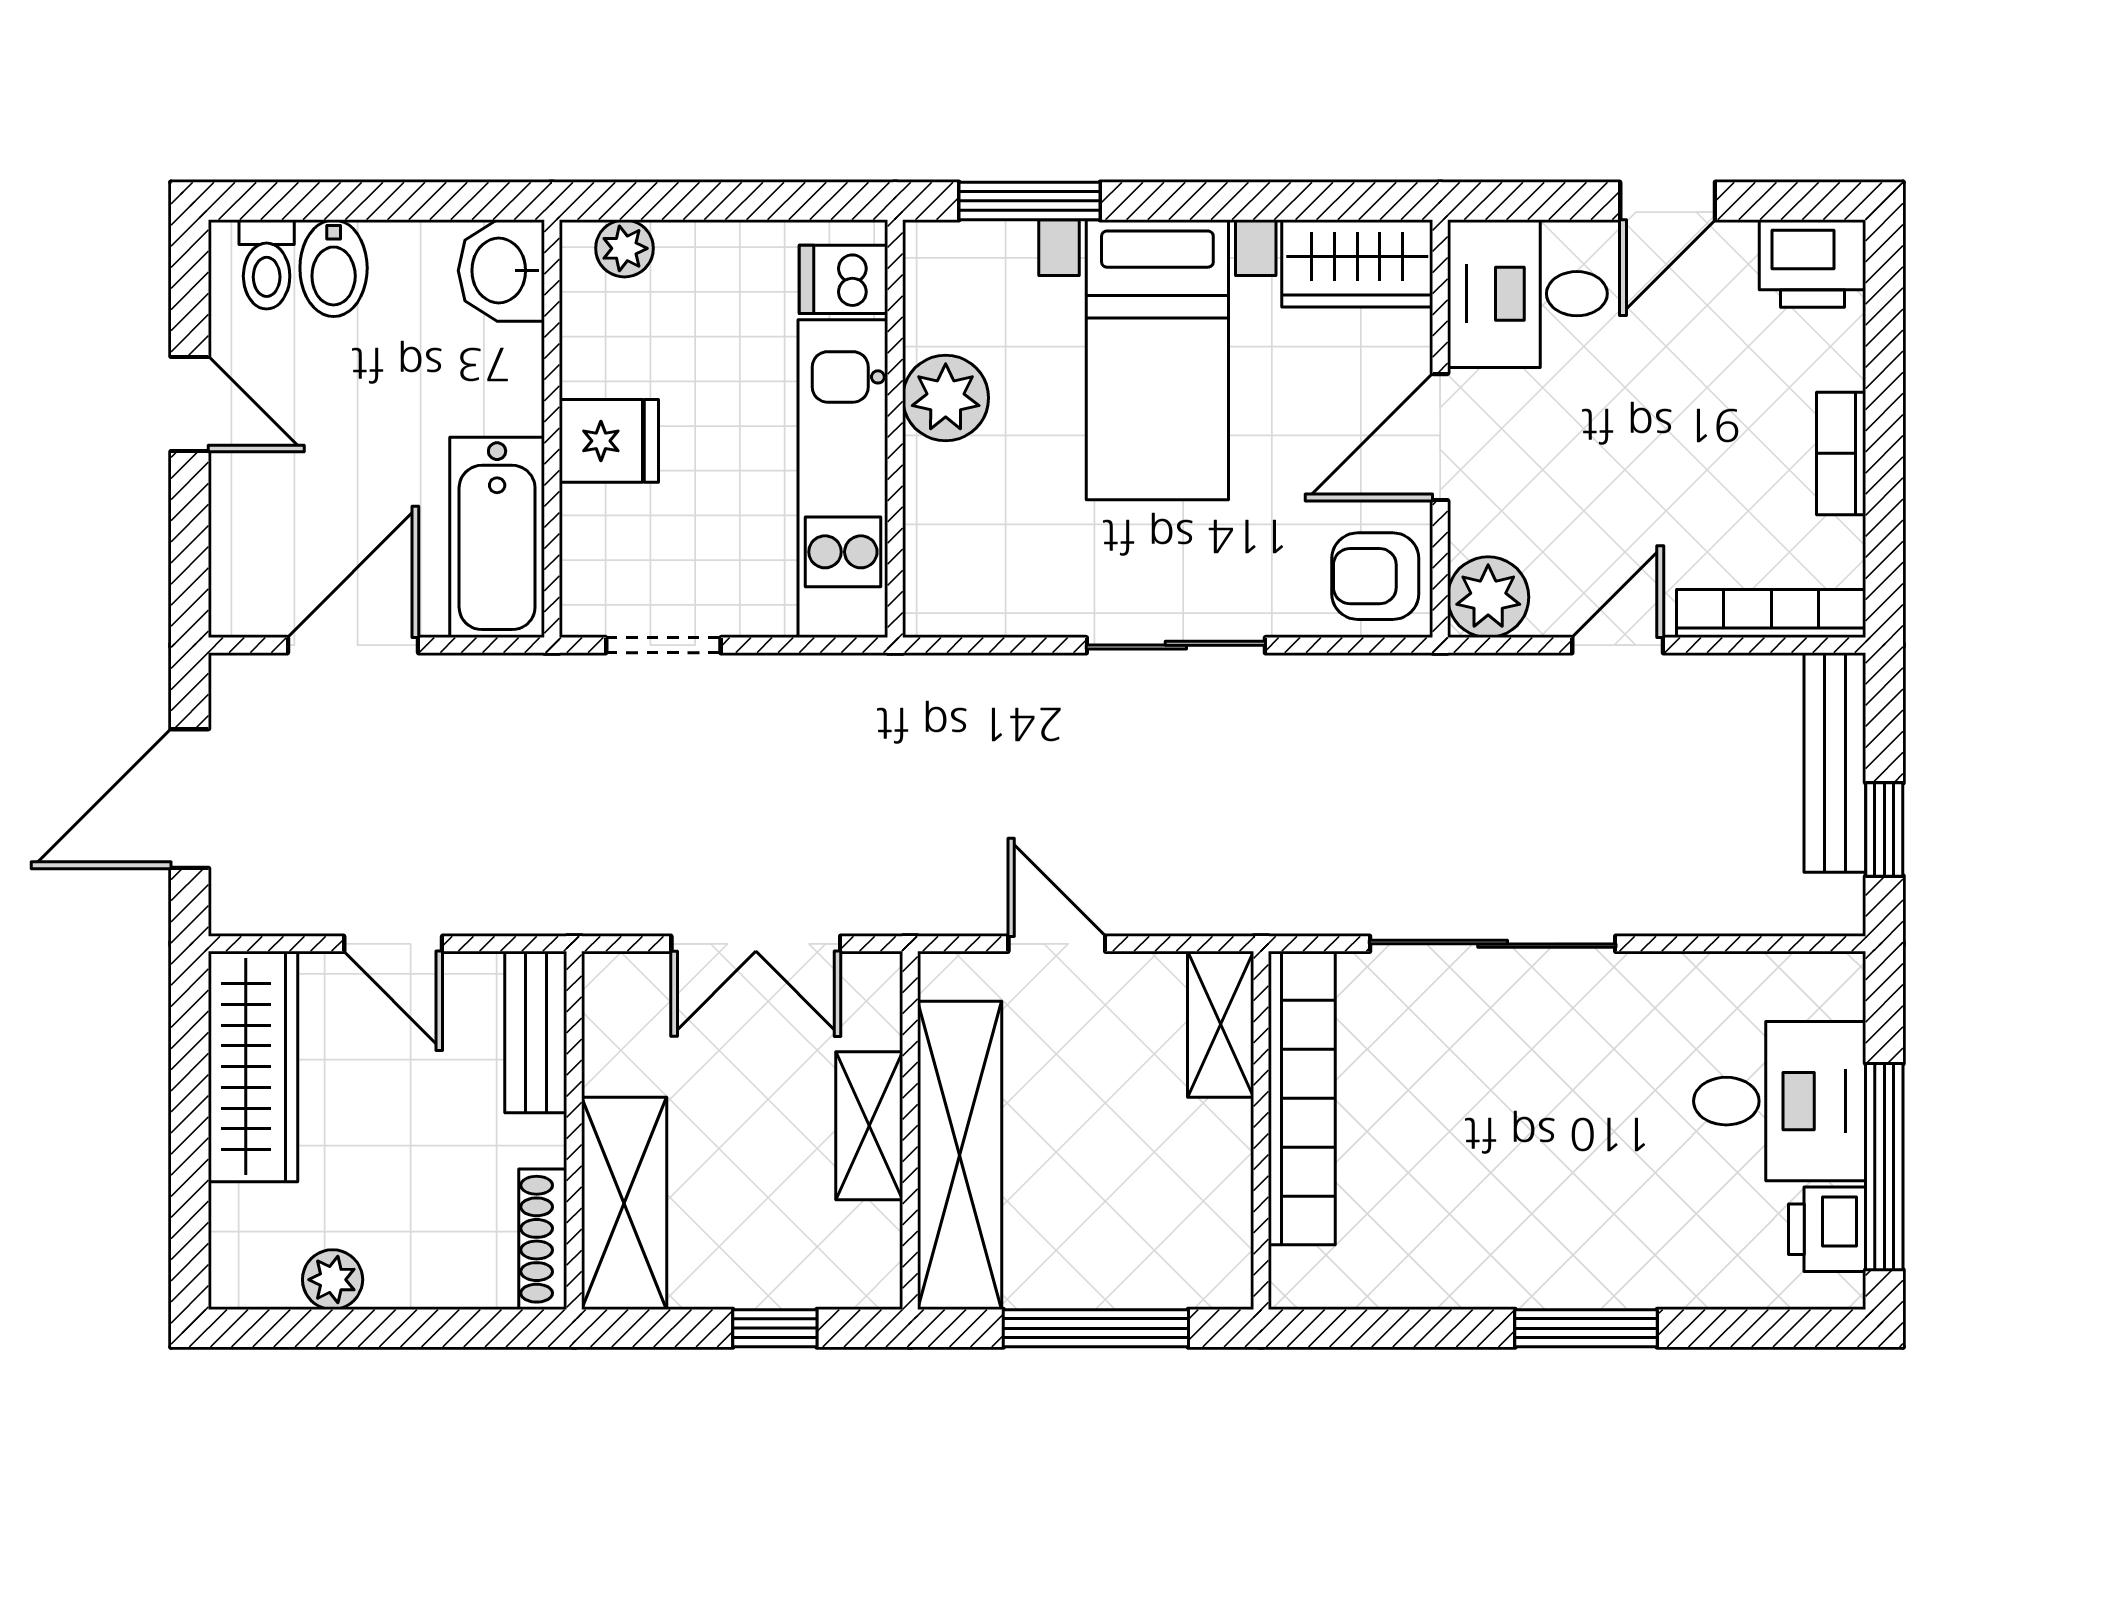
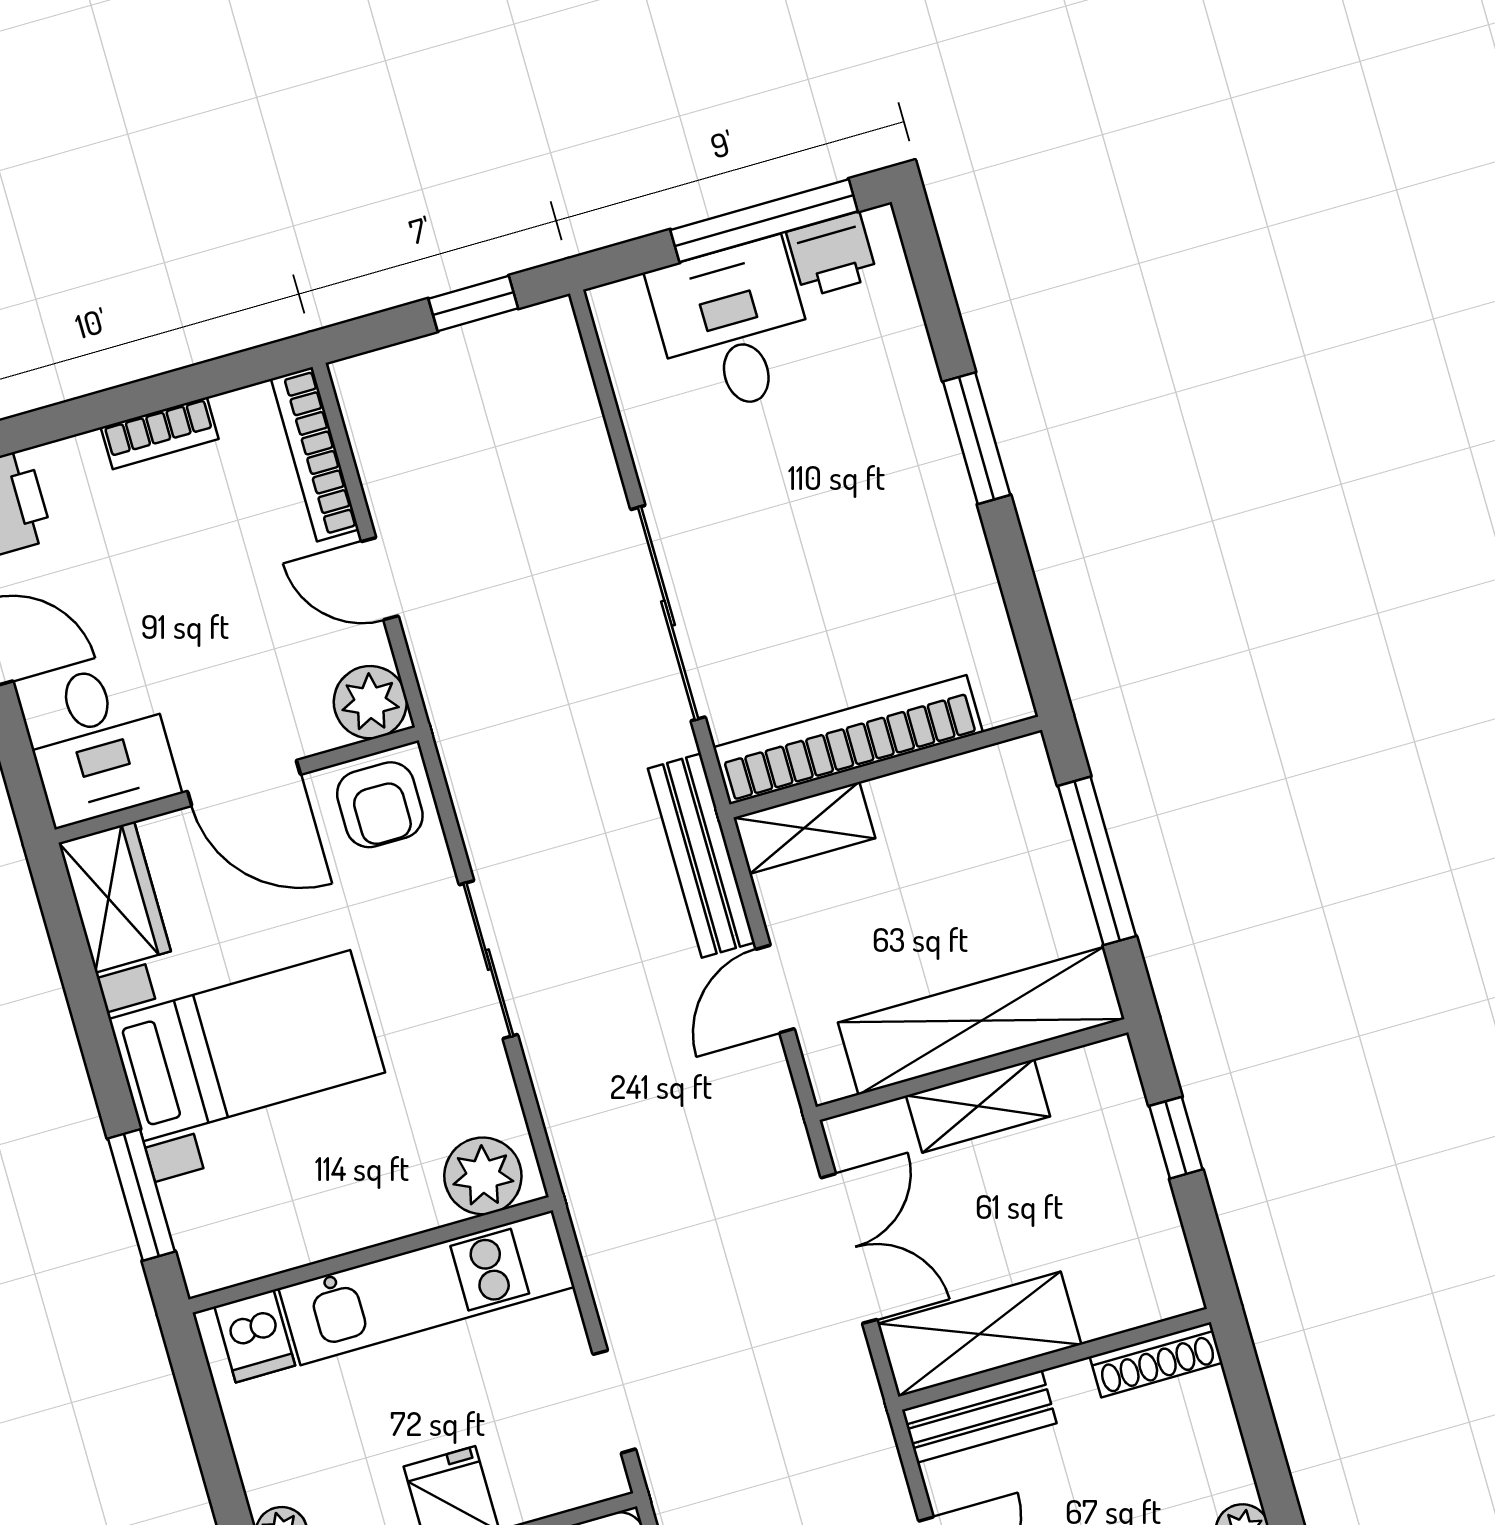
plant: (946, 398) -> (483, 1176), moved
bench: (1835, 762) -> (701, 856), moved, turned 90
shelving: (624, 1203) -> (979, 1334), moved

